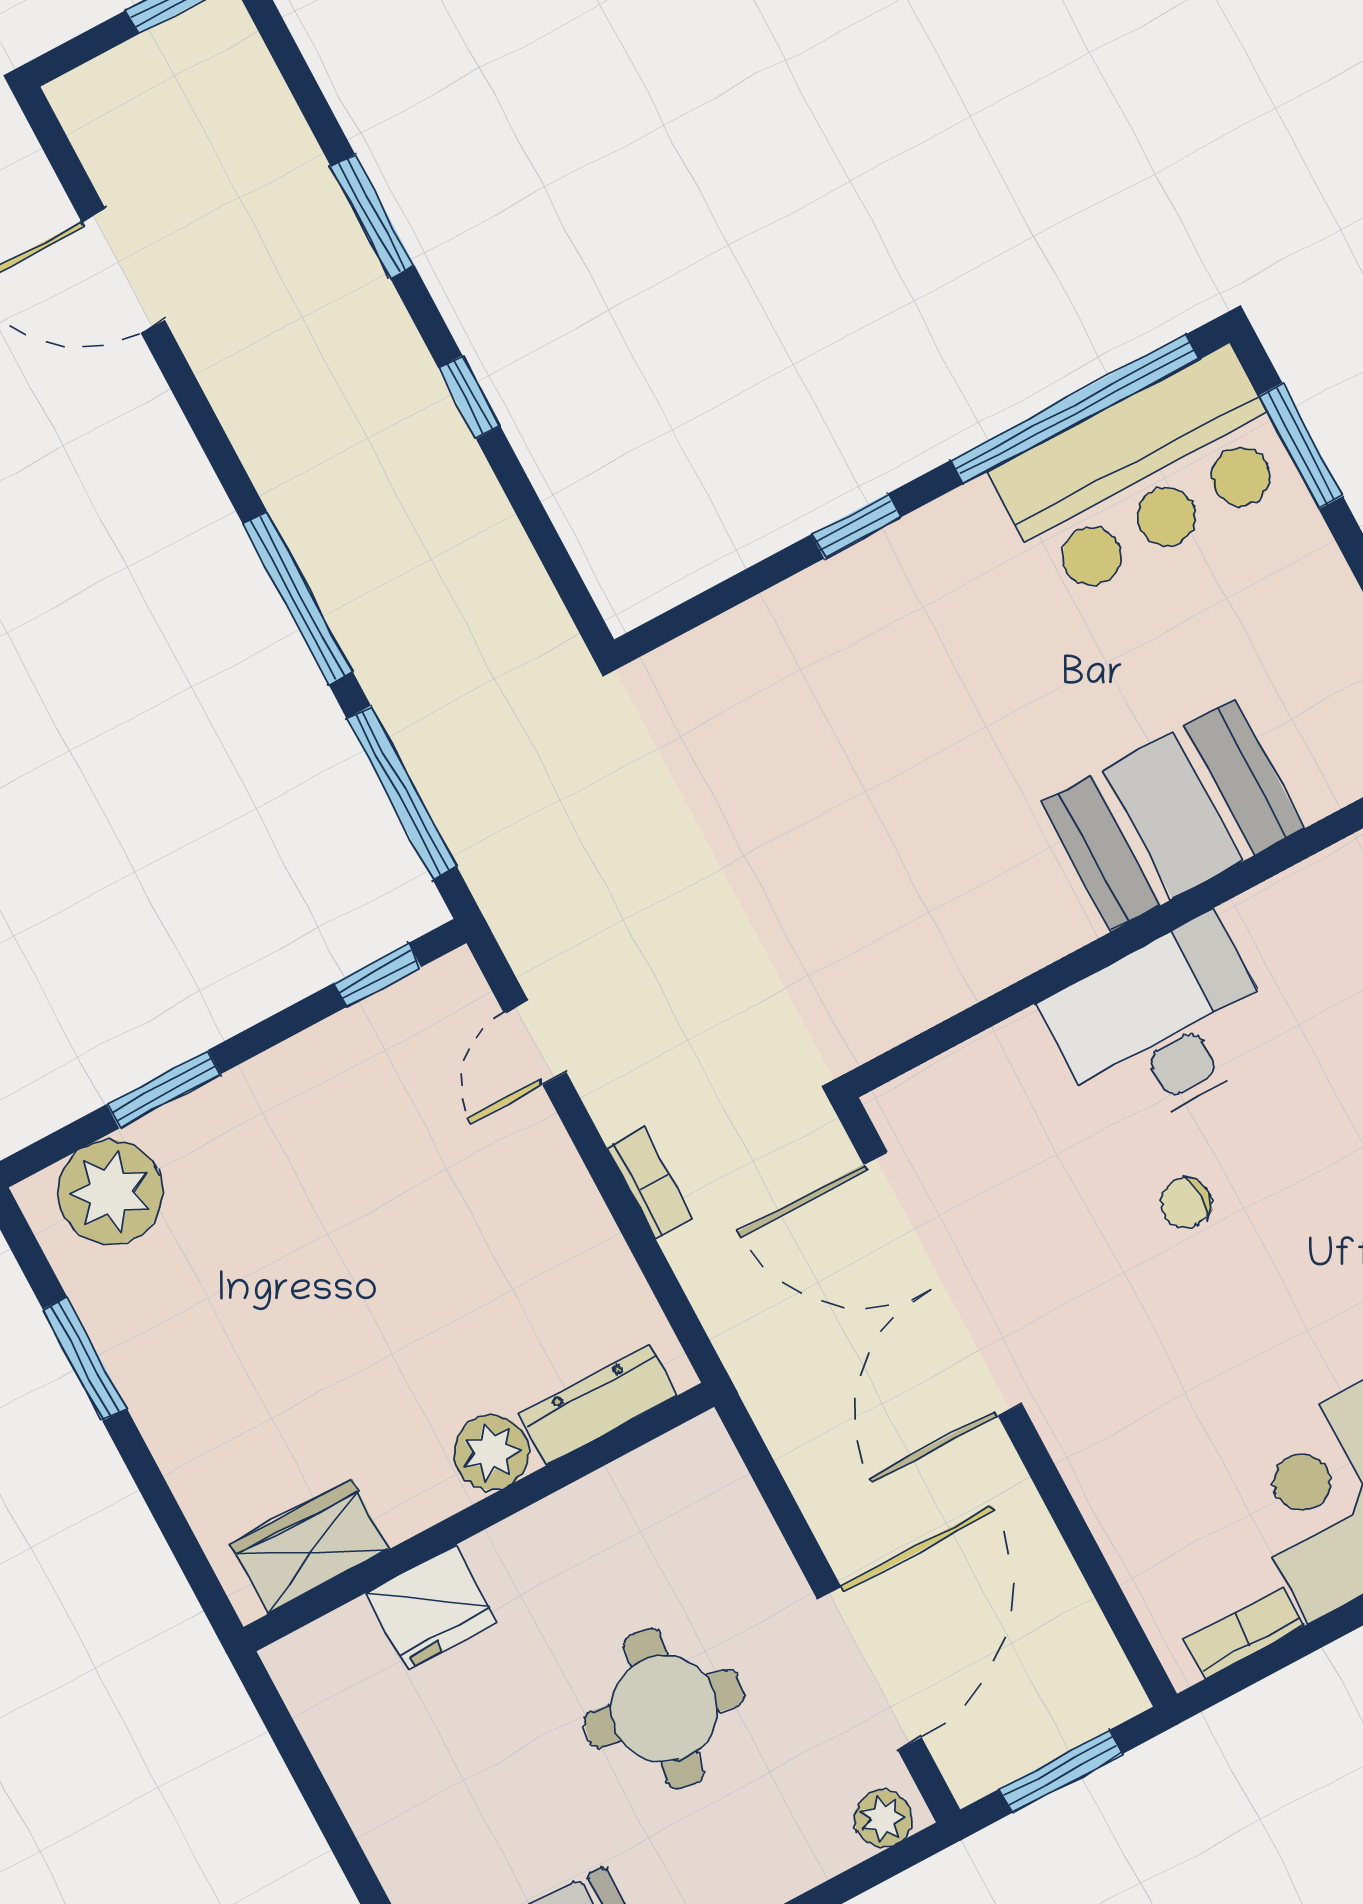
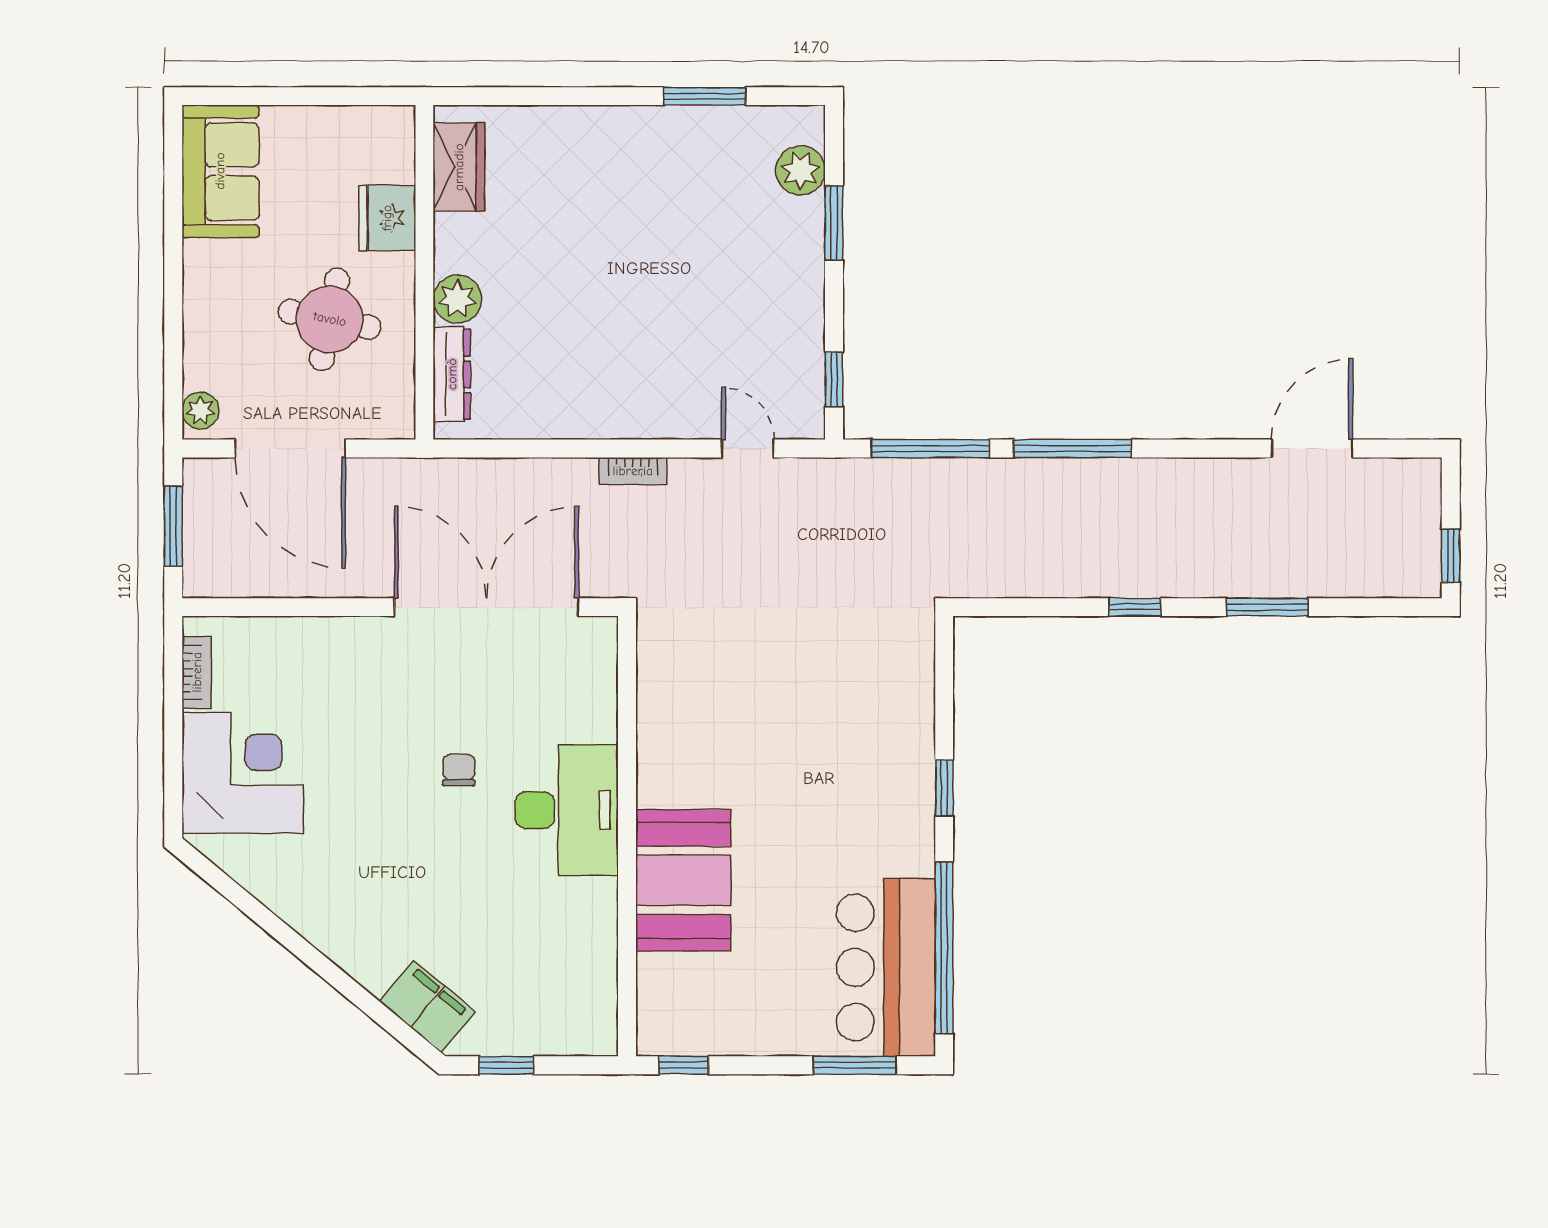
plant: (111, 1192) -> (801, 171), width x0.73, depth x0.73
dresser: (598, 1405) -> (452, 374), moved
plant: (491, 1452) -> (457, 299), moved
wall: (479, 1517) -> (424, 272), moved
wardrobe: (310, 1547) -> (459, 167), moved
fridge: (431, 1607) -> (387, 218), moved

